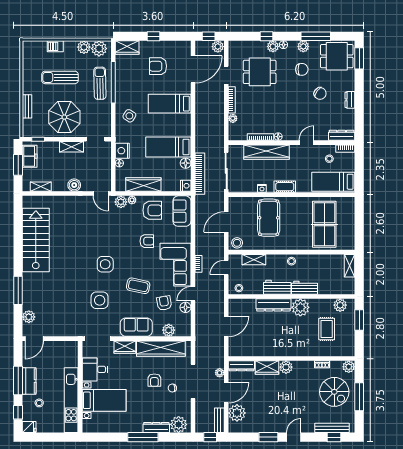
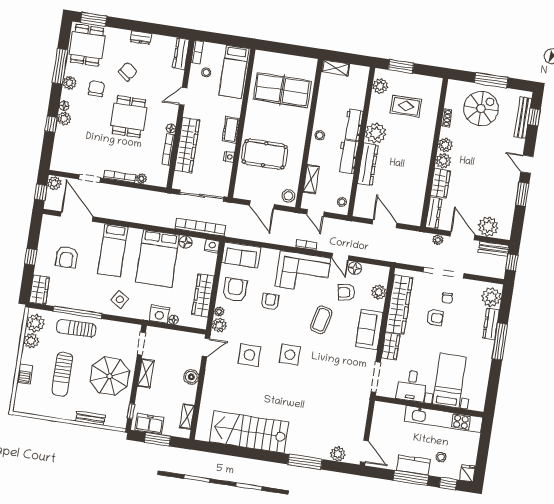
dining table: (260, 72) -> (129, 117), moved
door: (306, 143) -> (183, 96), hinge flipped
bed: (168, 147) -> (158, 258), width x1.50
side table: (100, 300) -> (249, 355), moved
plant: (349, 367) -> (445, 145), moved

